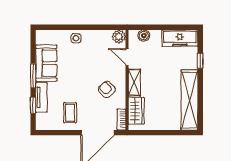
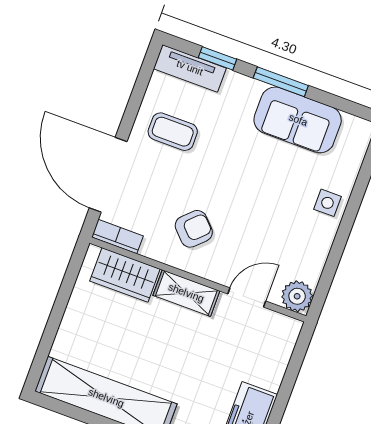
boiler: (144, 36) -> (280, 350), removed
tv unit: (41, 97) -> (190, 68), moved

